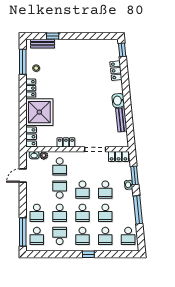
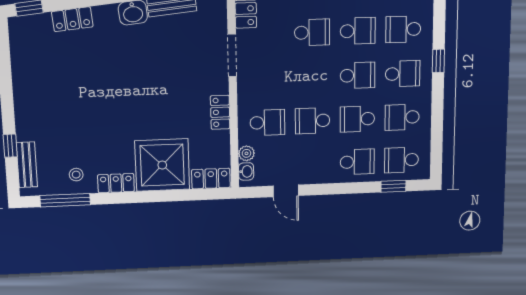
school desk: (82, 190) -> (312, 77), removed
school desk: (60, 213) -> (357, 119), turned 180
window: (23, 232) -> (393, 186), width x0.46
school desk: (37, 236) -> (401, 160), turned 180
school desk: (105, 236) -> (403, 29), turned 180

